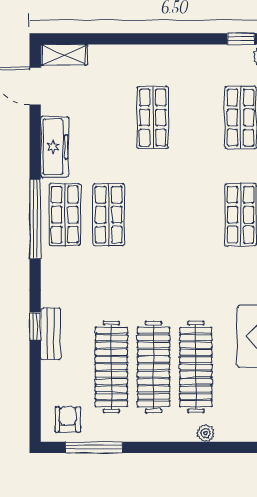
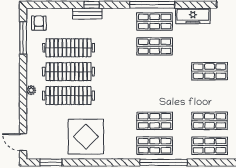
armchair: (68, 419) -> (39, 23), turned -90
plant: (205, 433) -> (31, 90), moved

